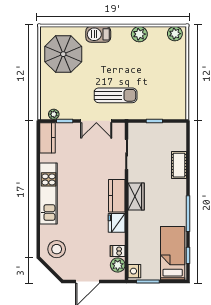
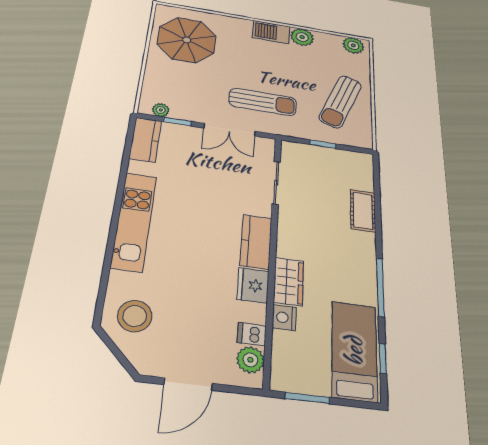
barbecue: (98, 34) -> (271, 32), moved
sun lounger: (166, 85) -> (341, 102), added
wardrobe: (136, 196) -> (289, 282), moved
nightstand: (134, 271) -> (284, 318), moved

